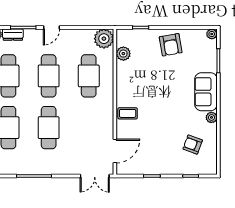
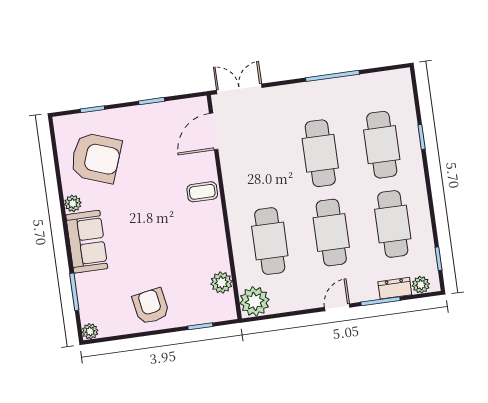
armchair: (193, 145) -> (96, 158), width x1.88, depth x1.88

